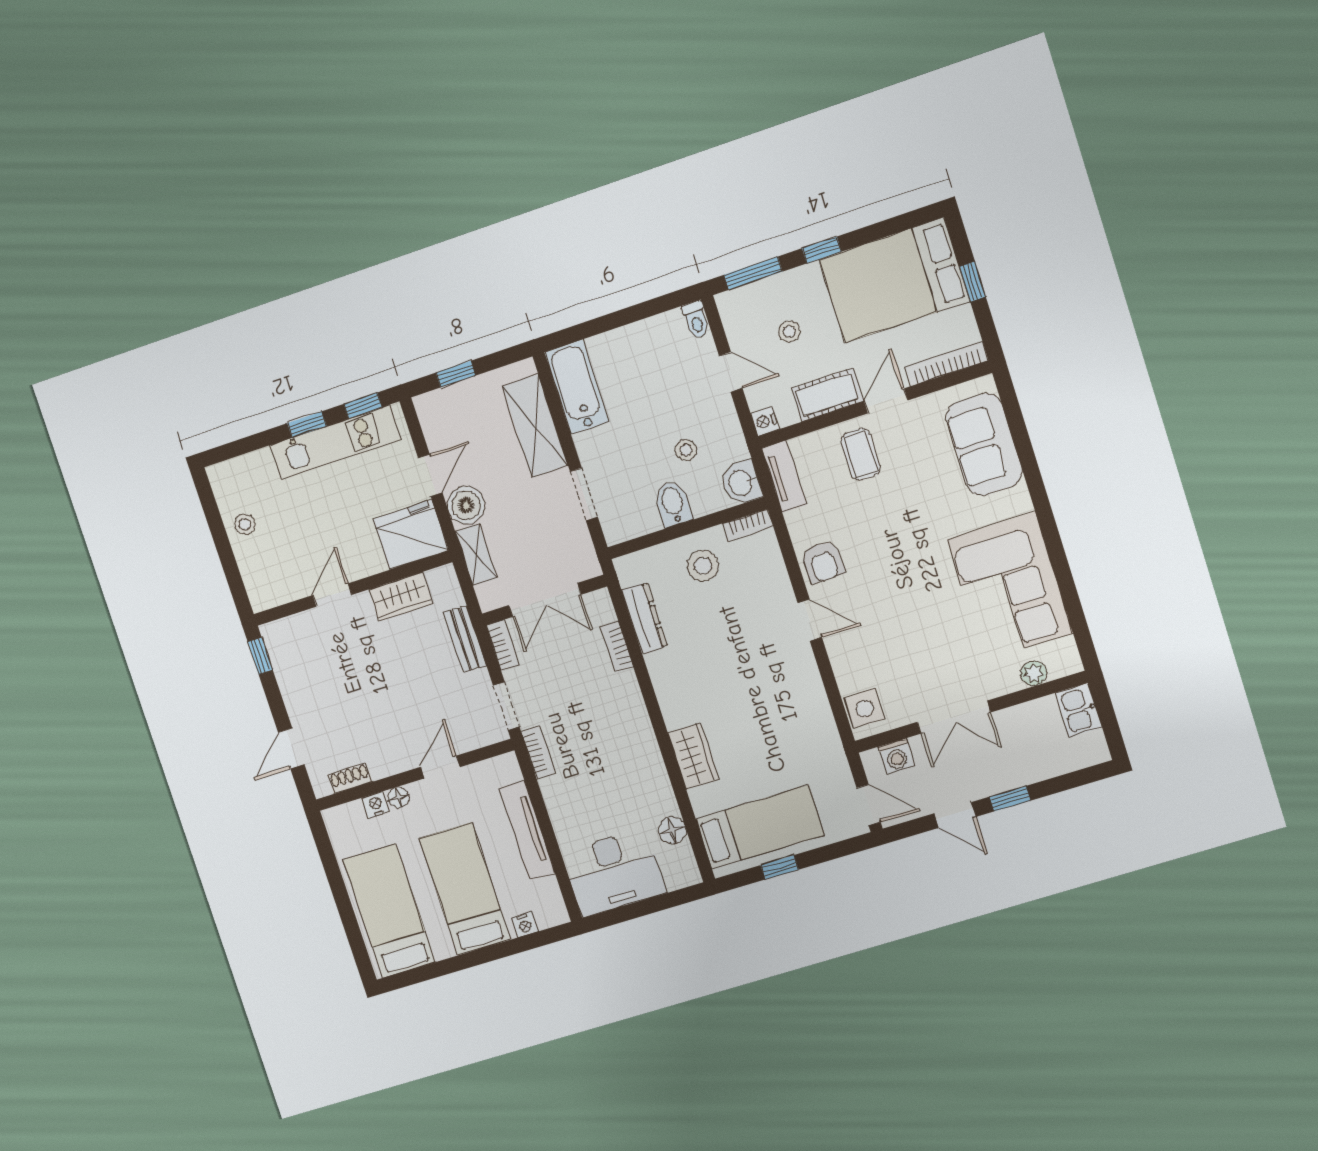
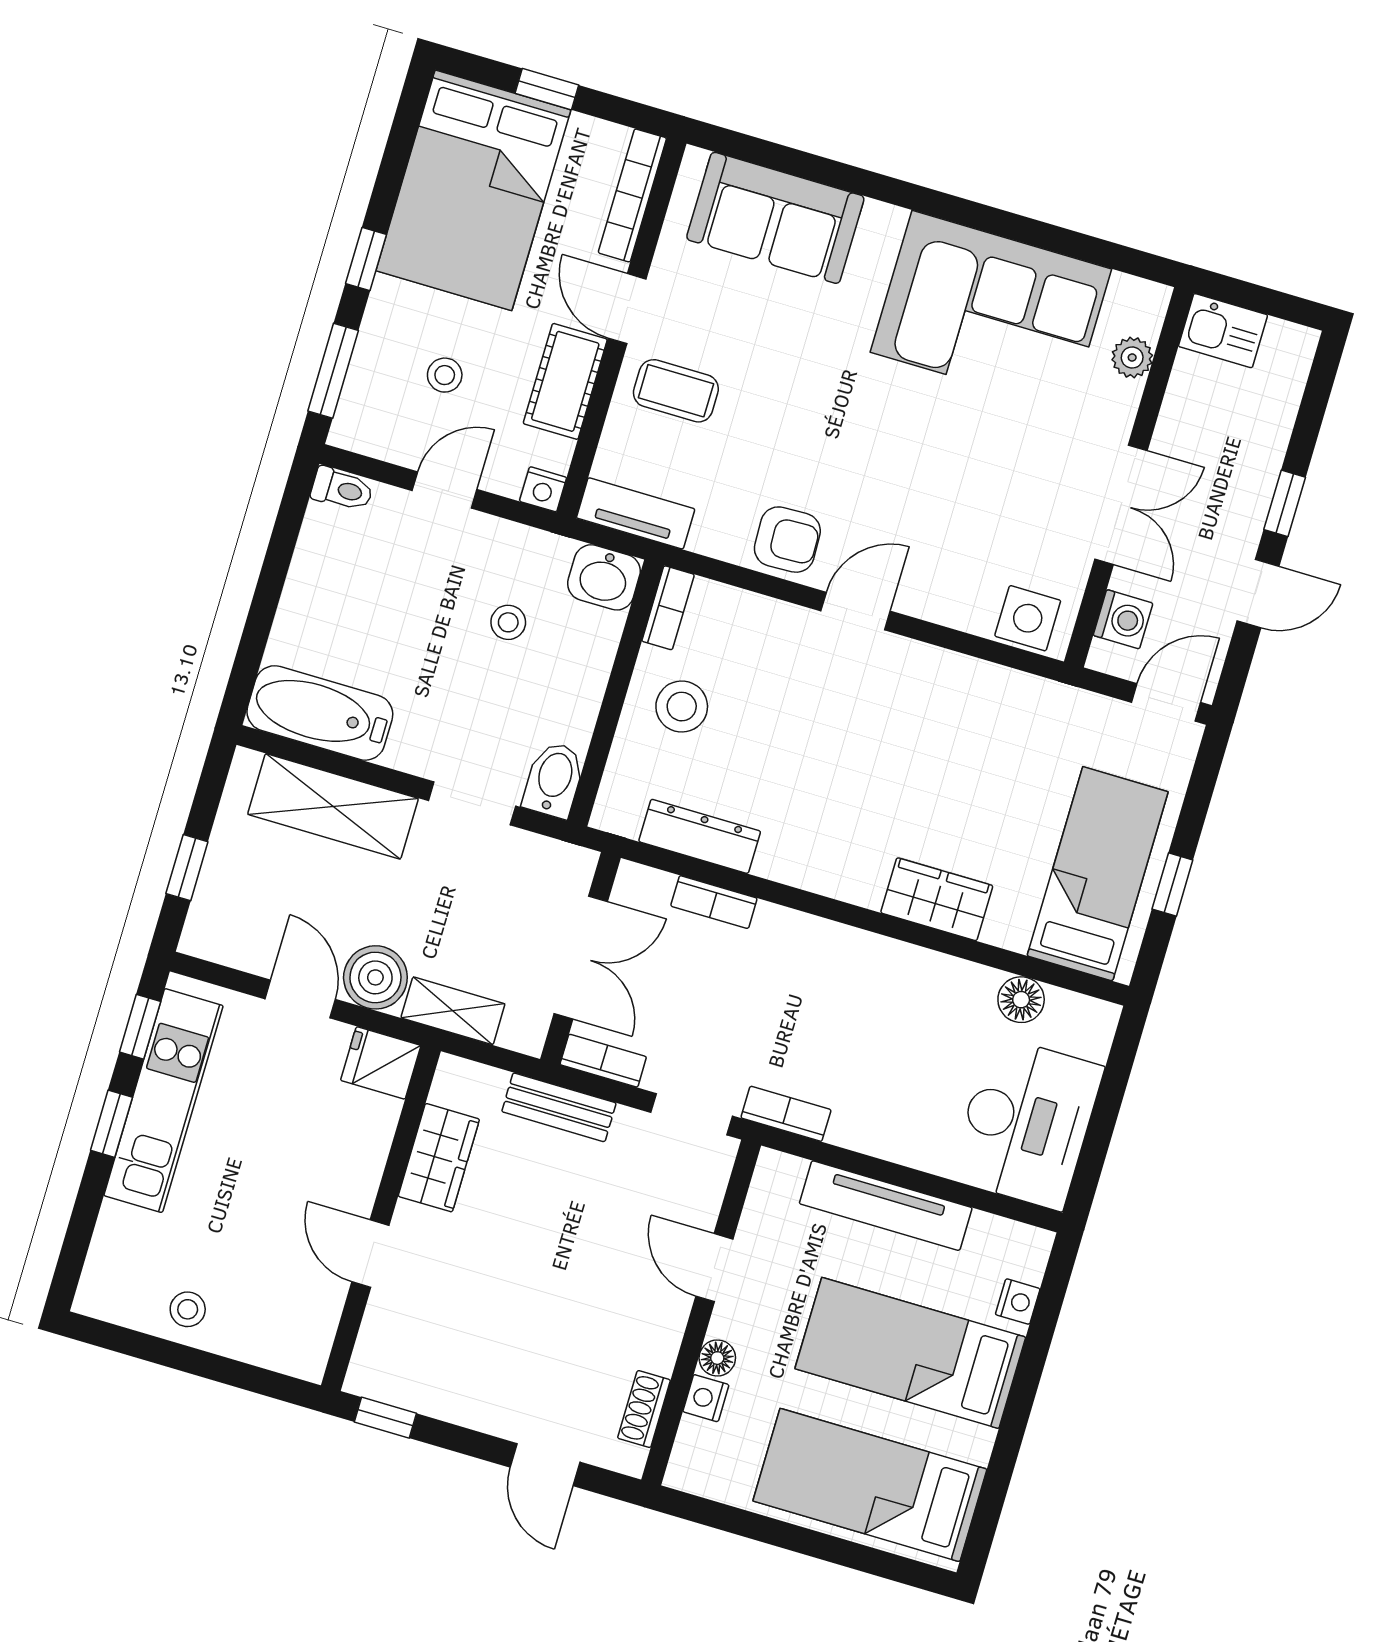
bidet: (673, 504) -> (554, 780), moved, turned 90
fridge: (411, 535) -> (381, 1063), width x0.53, depth x0.75

